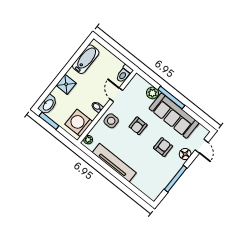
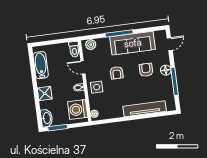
plant: (152, 93) -> (91, 45), moved
door: (202, 146) -> (170, 44), hinge flipped
floor lamp: (185, 154) -> (166, 70), moved
tv unit: (114, 163) -> (145, 109), moved

